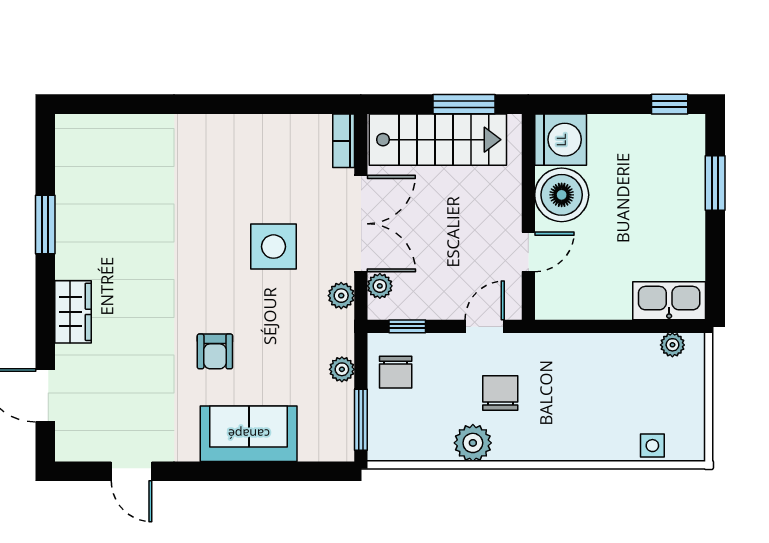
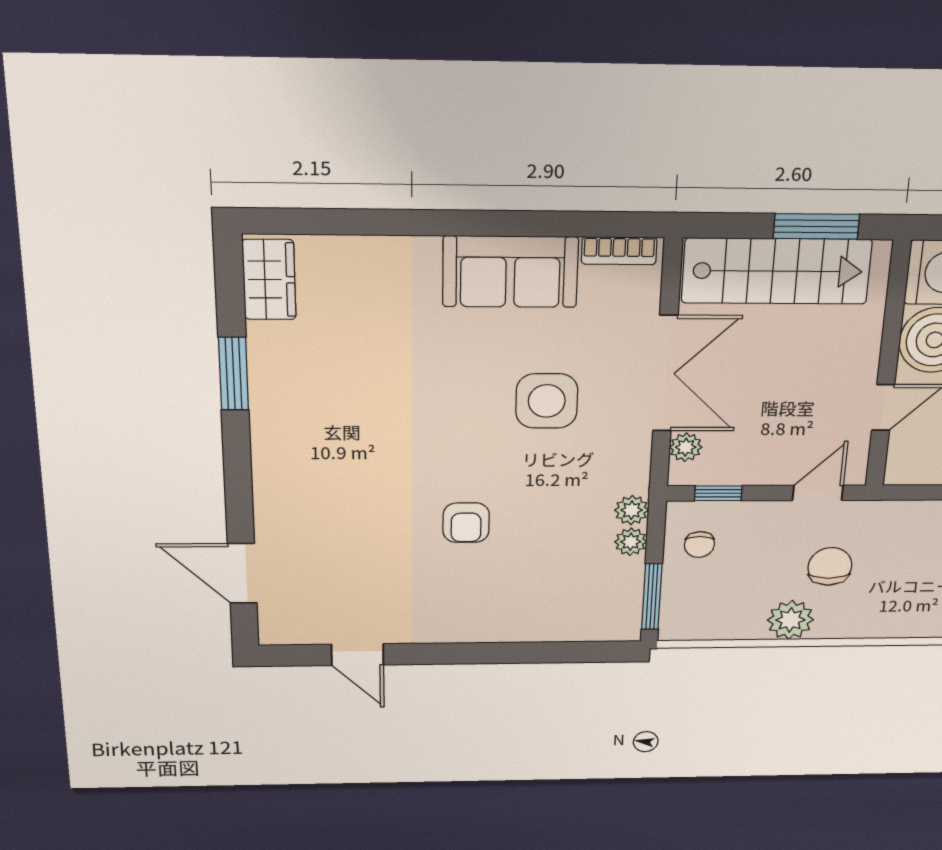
bookcase: (344, 141) -> (619, 251), moved, turned -90
plant: (341, 296) -> (632, 510), moved
wardrobe: (73, 312) -> (269, 280), moved
chair: (396, 372) -> (699, 545), width x0.73, depth x0.73
sofa: (249, 434) -> (510, 272), moved, turned 180

